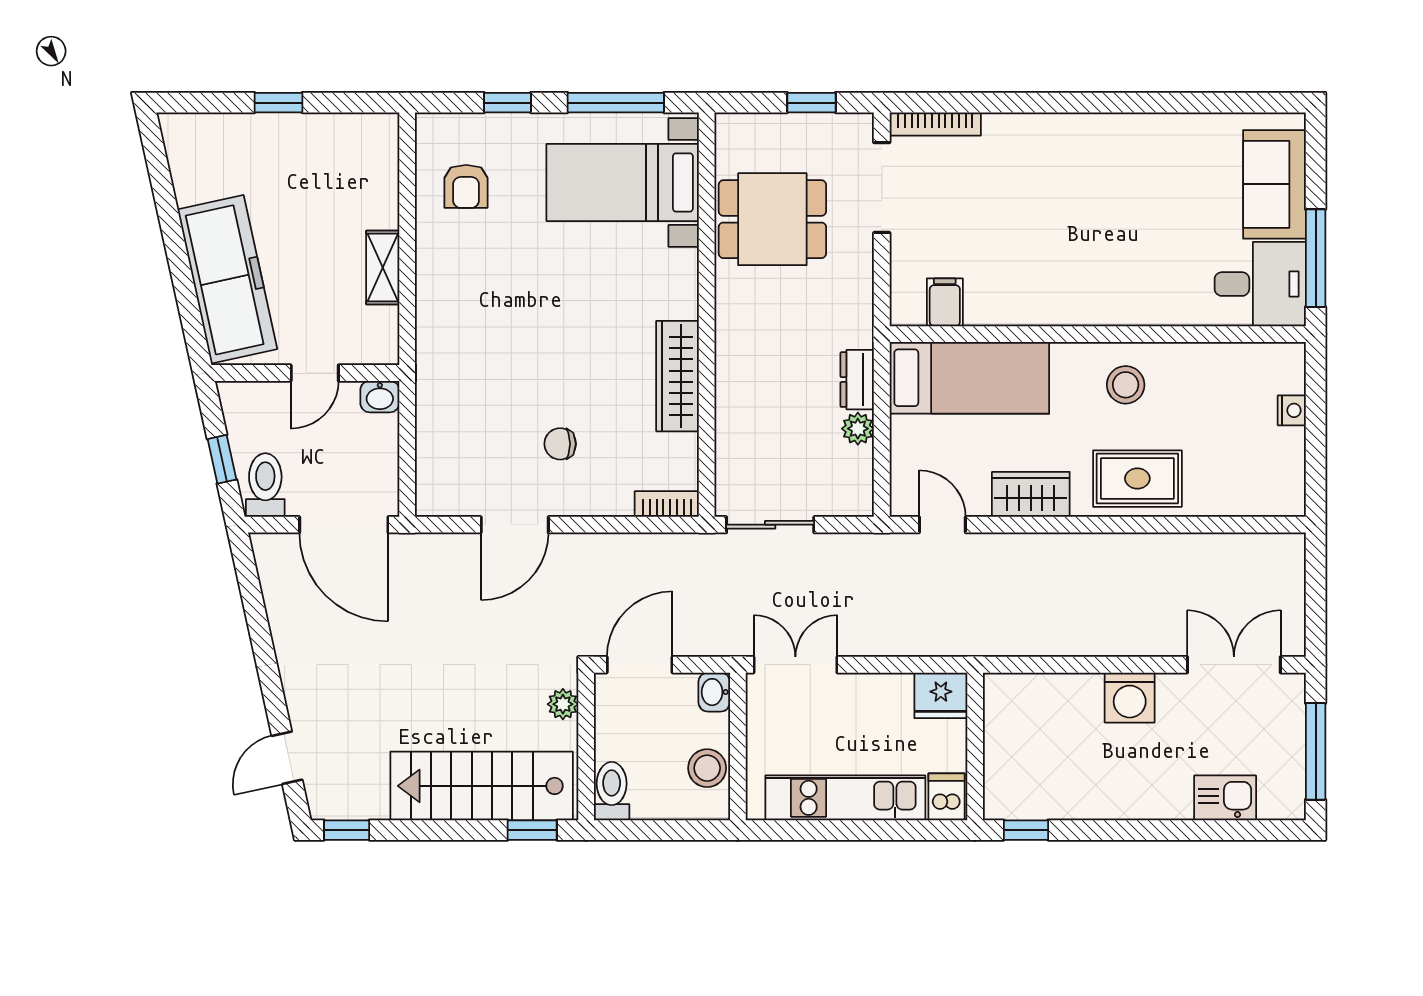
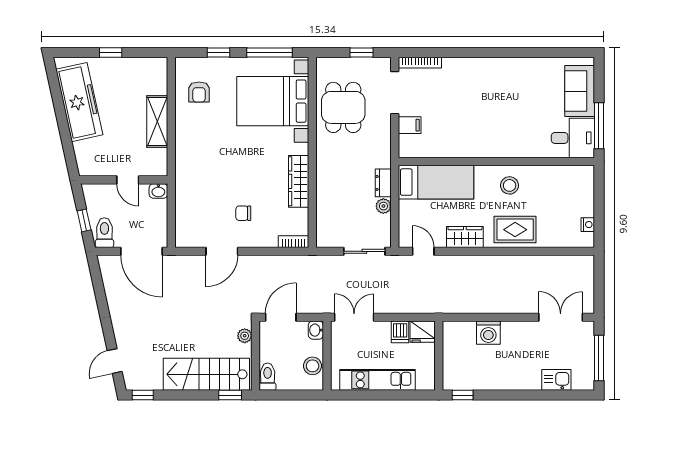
bed with nightstands: (623, 182) -> (273, 101), width x1.36
dining table: (772, 219) -> (343, 107), turned 90
shelving: (383, 267) -> (157, 122), width x1.50, depth x1.33
freezer: (227, 279) -> (79, 102), moved
filing cabinet: (945, 302) -> (410, 125), moved, turned 90
door: (315, 373) -> (128, 180), hinge flipped
nightstand: (1292, 410) -> (588, 225), moved
sliding door: (770, 525) -> (364, 251), moved
washing machine: (1130, 698) -> (488, 333), moved
dishwasher: (947, 797) -> (400, 332), moved, turned 180

